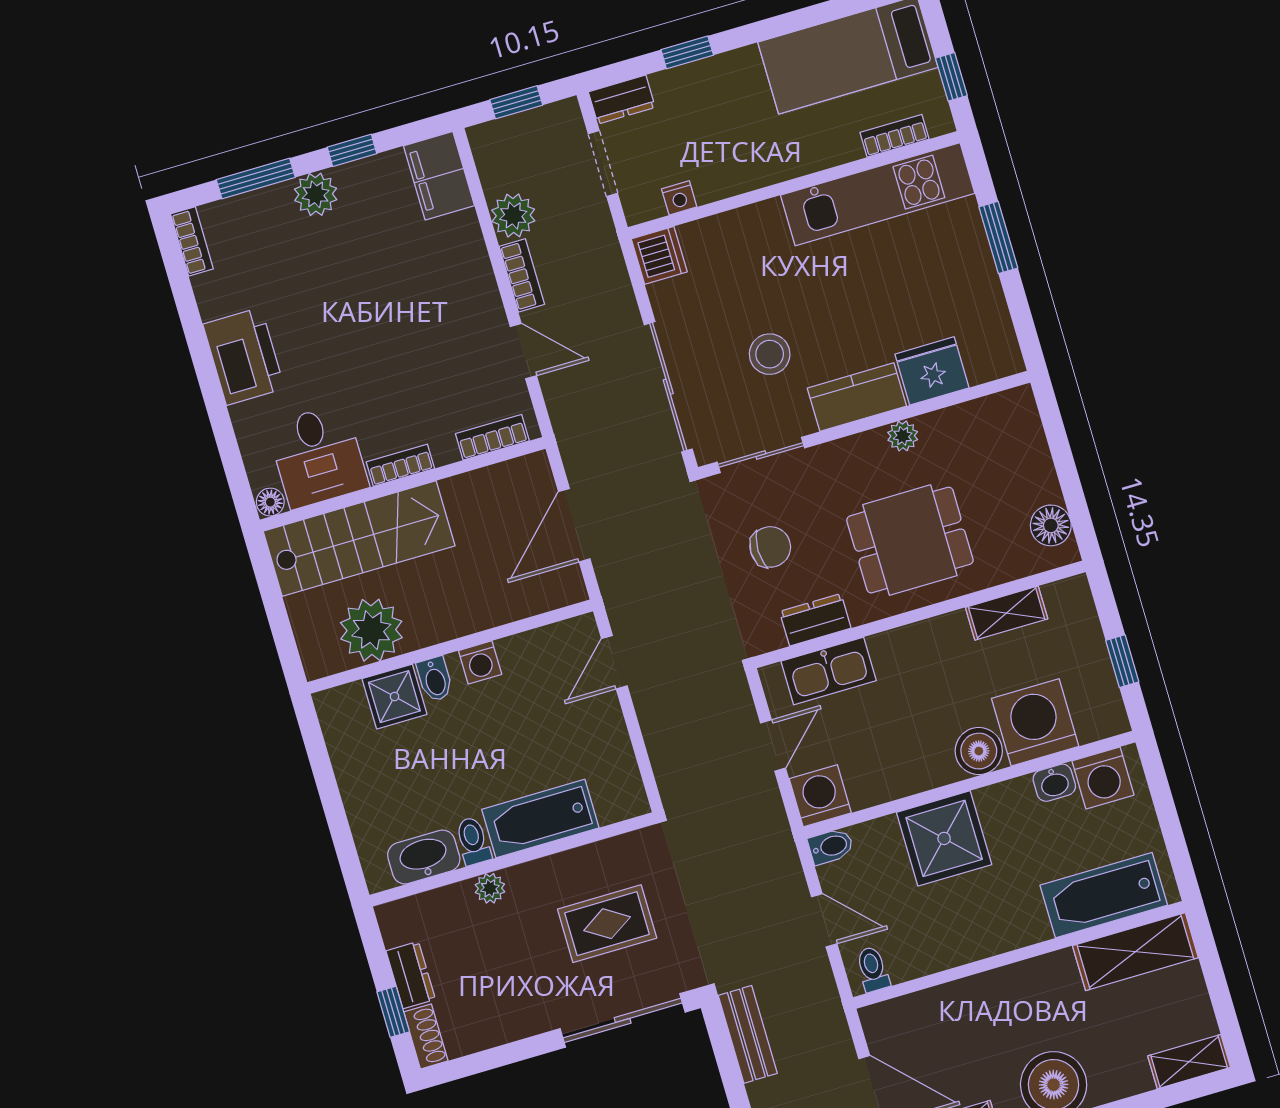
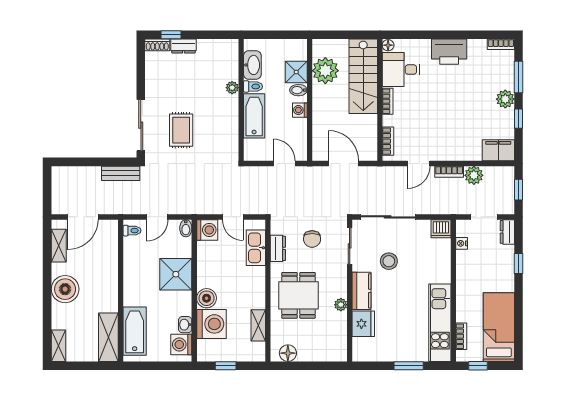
bathtub: (540, 819) -> (254, 116), moved
toilet: (473, 841) -> (253, 86), moved
washbasin: (424, 857) -> (252, 65), moved
wall: (512, 859) -> (241, 100), moved
plant: (490, 888) -> (232, 88), moved

